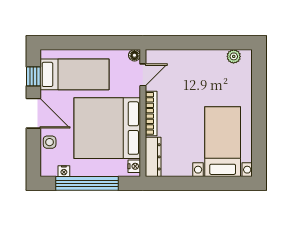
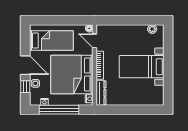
door: (143, 75) -> (95, 41), swing flipped
window: (33, 76) -> (25, 87), moved
bed with nightstands: (223, 142) -> (142, 67), moved, turned -90

